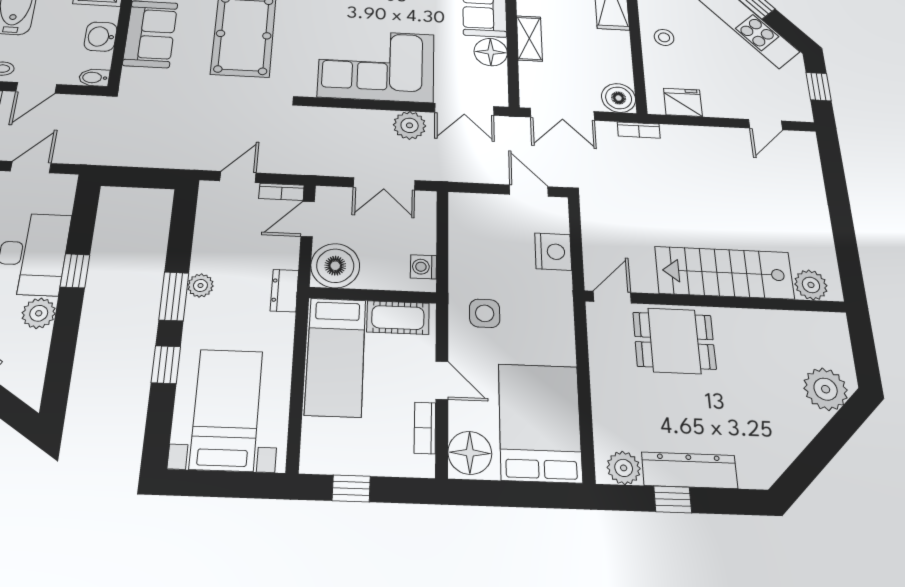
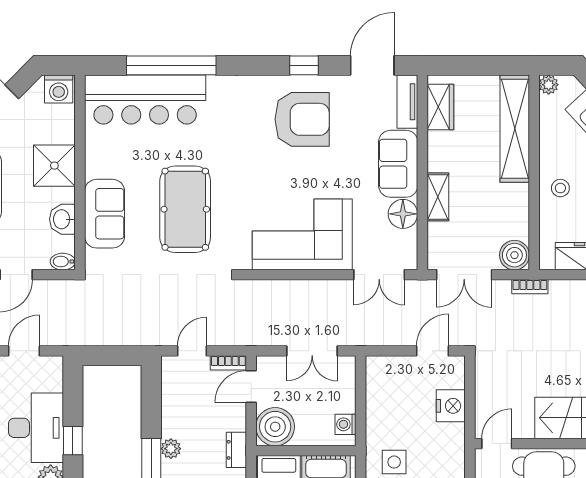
plant: (410, 125) -> (332, 293), removed
door: (529, 191) -> (433, 351), hinge flipped

